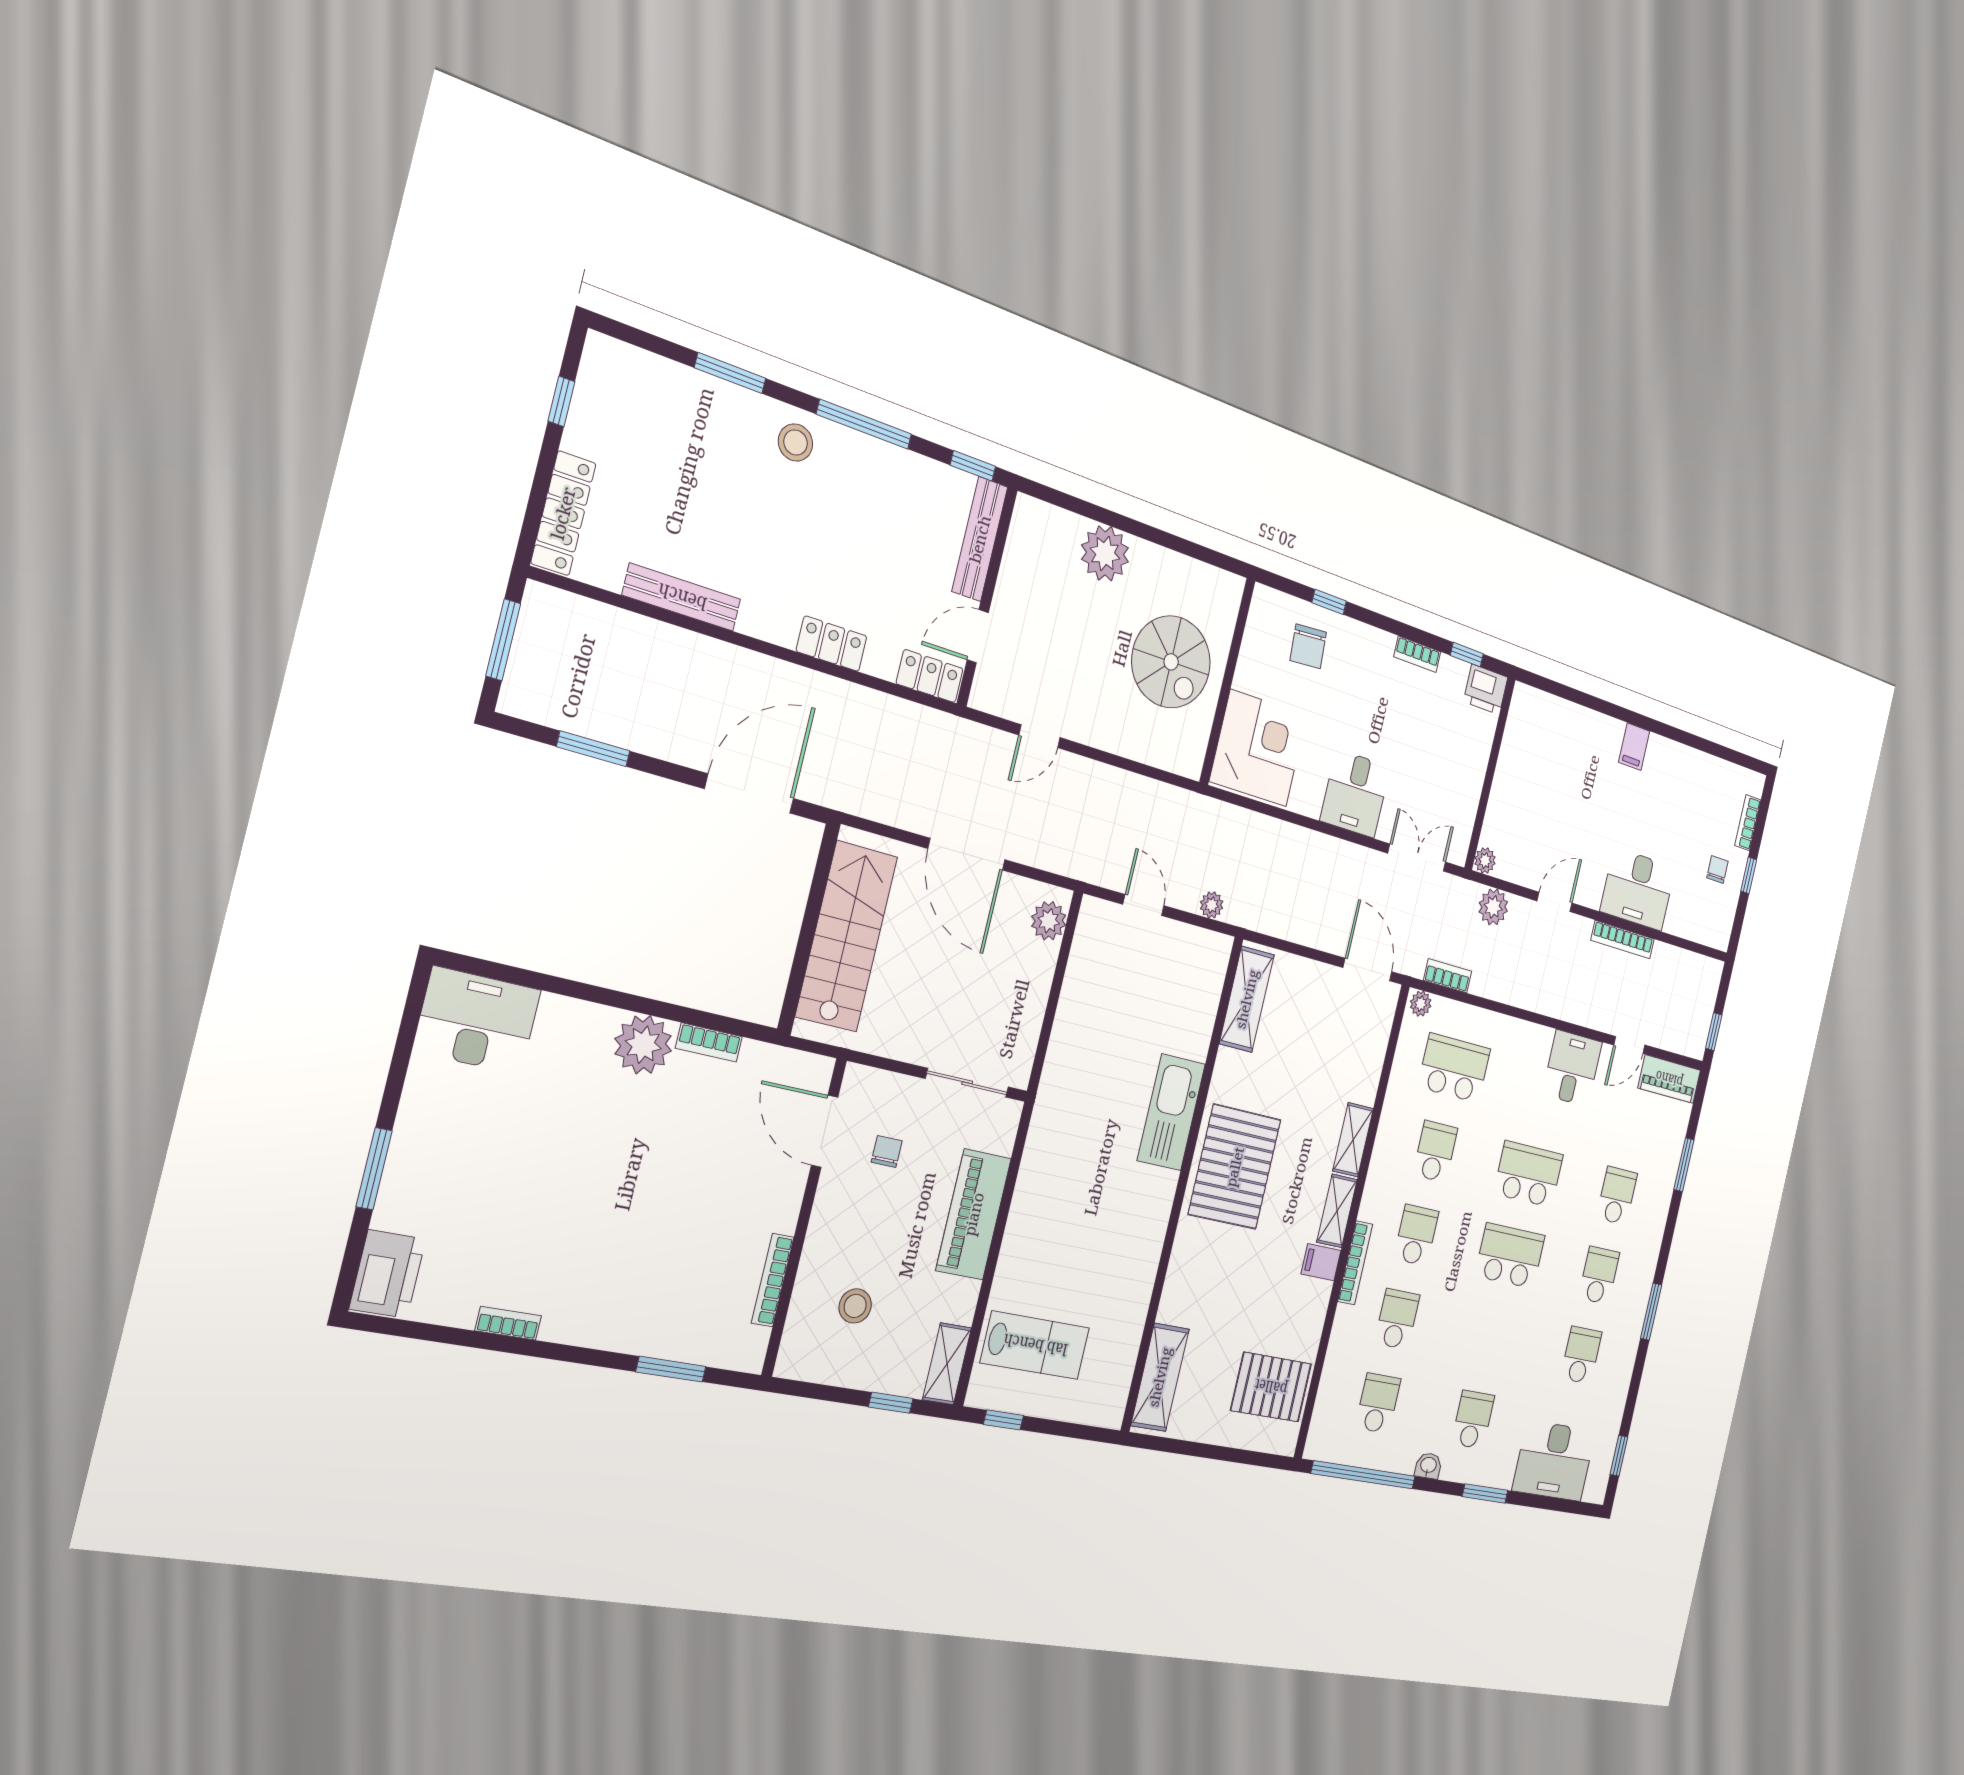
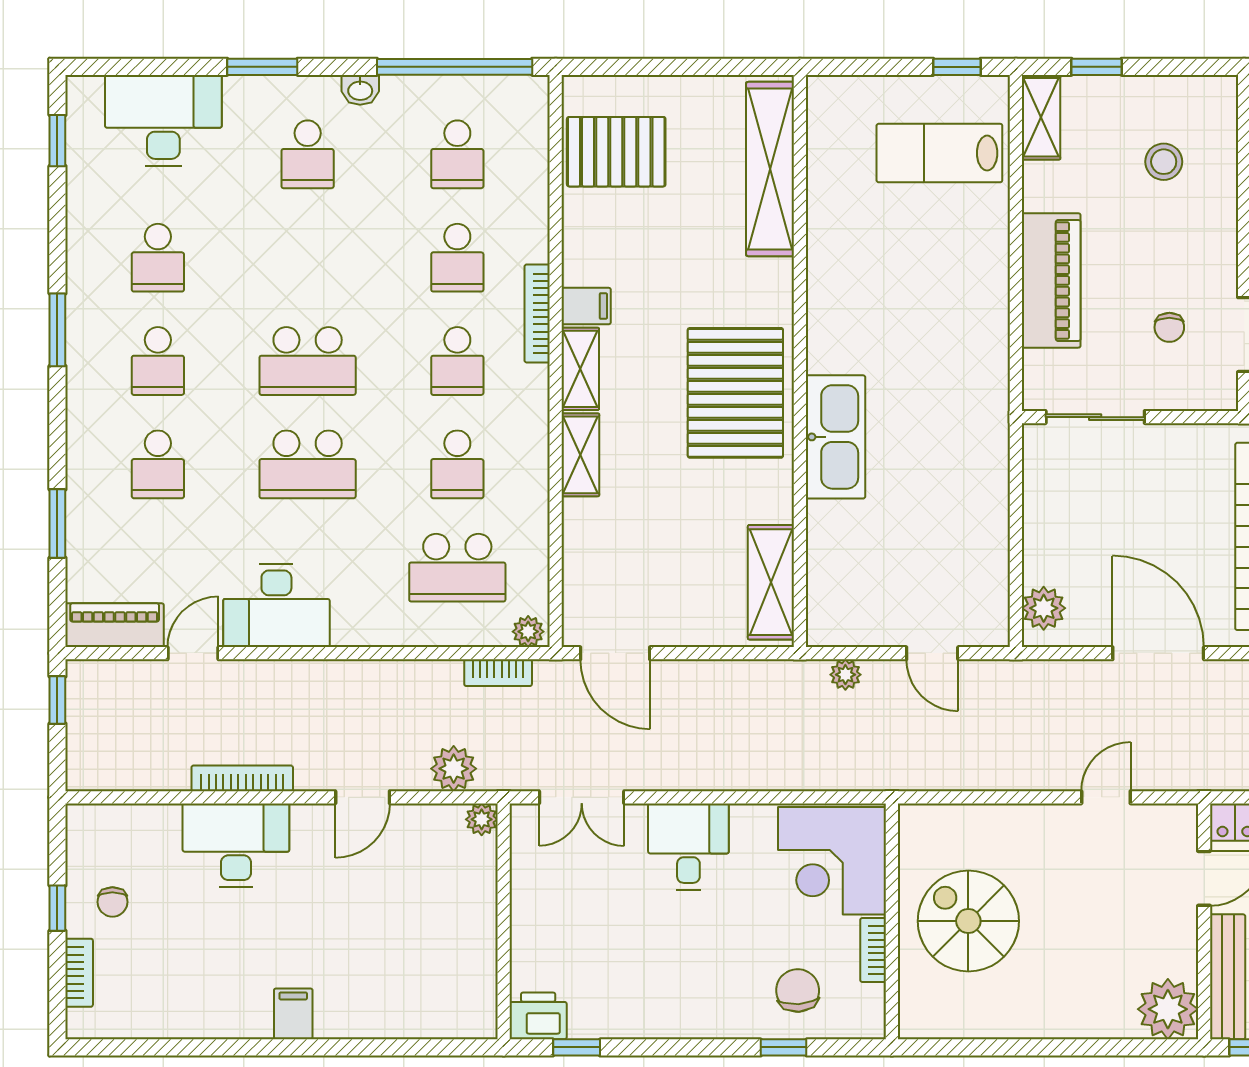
plant: (1105, 553) -> (1168, 1009), moved
bookcase: (1417, 654) -> (873, 950), moved, turned -90
desk: (1572, 1068) -> (276, 605), width x1.37
shelving: (1160, 1377) -> (770, 169), width x1.47

